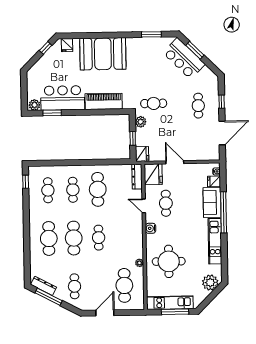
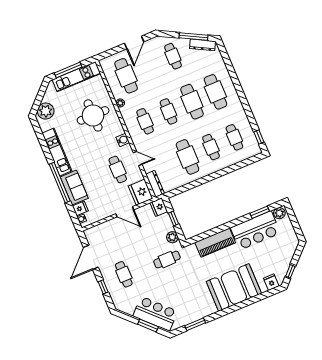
cafe table: (123, 237) -> (145, 121), added

